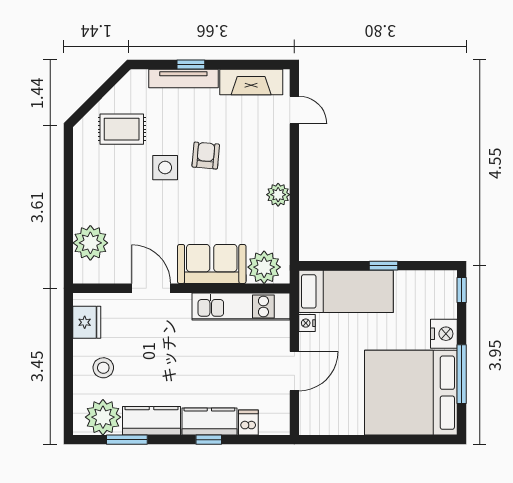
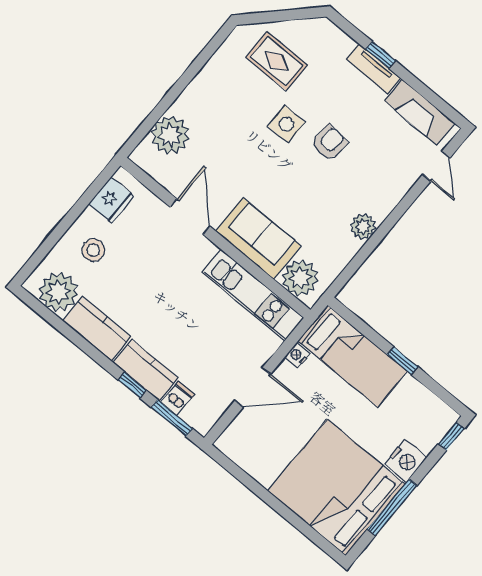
tv unit: (183, 78) -> (373, 69), width x0.71
window: (127, 440) -> (172, 418), moved

